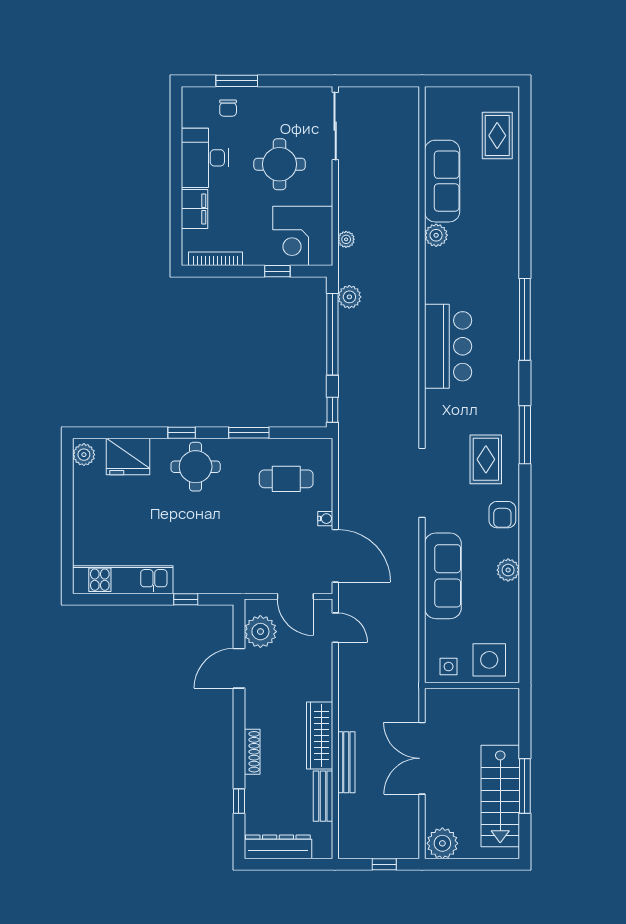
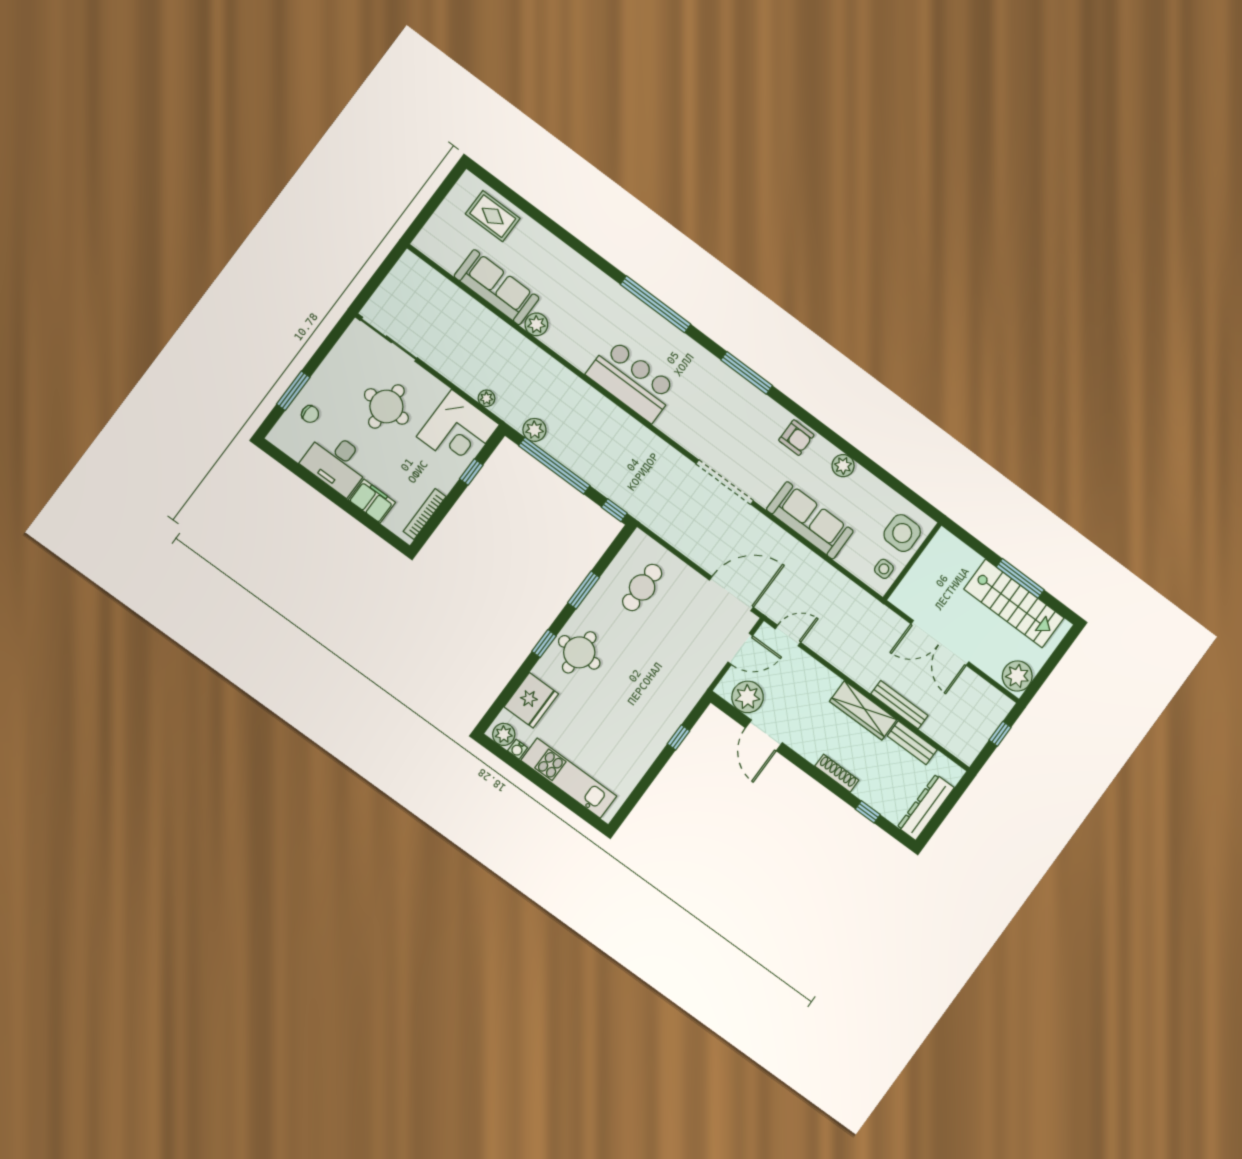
rug: (486, 459) -> (743, 418), removed
water cooler: (325, 519) -> (518, 749), moved, turned 180
kitchen unit: (123, 580) -> (569, 778), moved, turned 90

